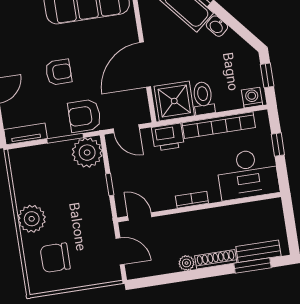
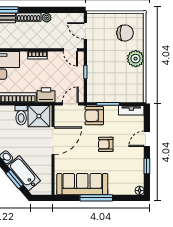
armchair: (84, 116) -> (94, 116), turned 180
door: (126, 129) -> (70, 104), hinge flipped
plant: (87, 153) -> (96, 93), removed

